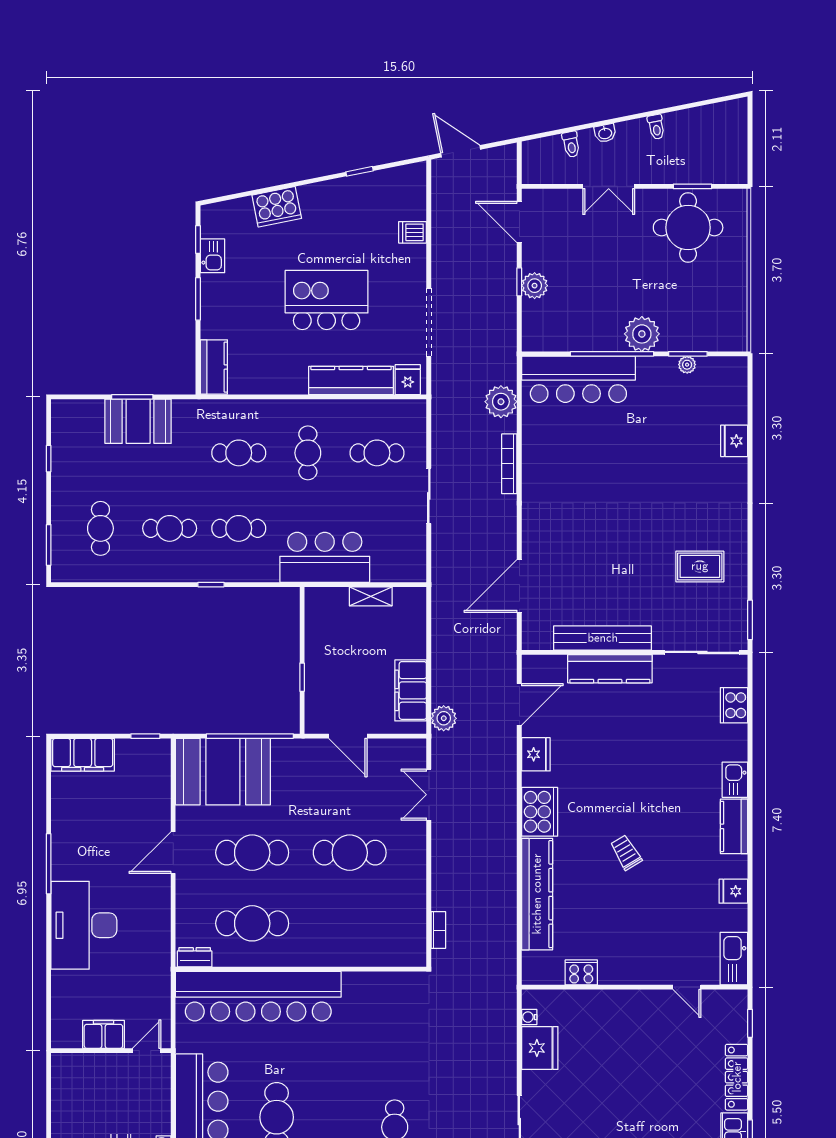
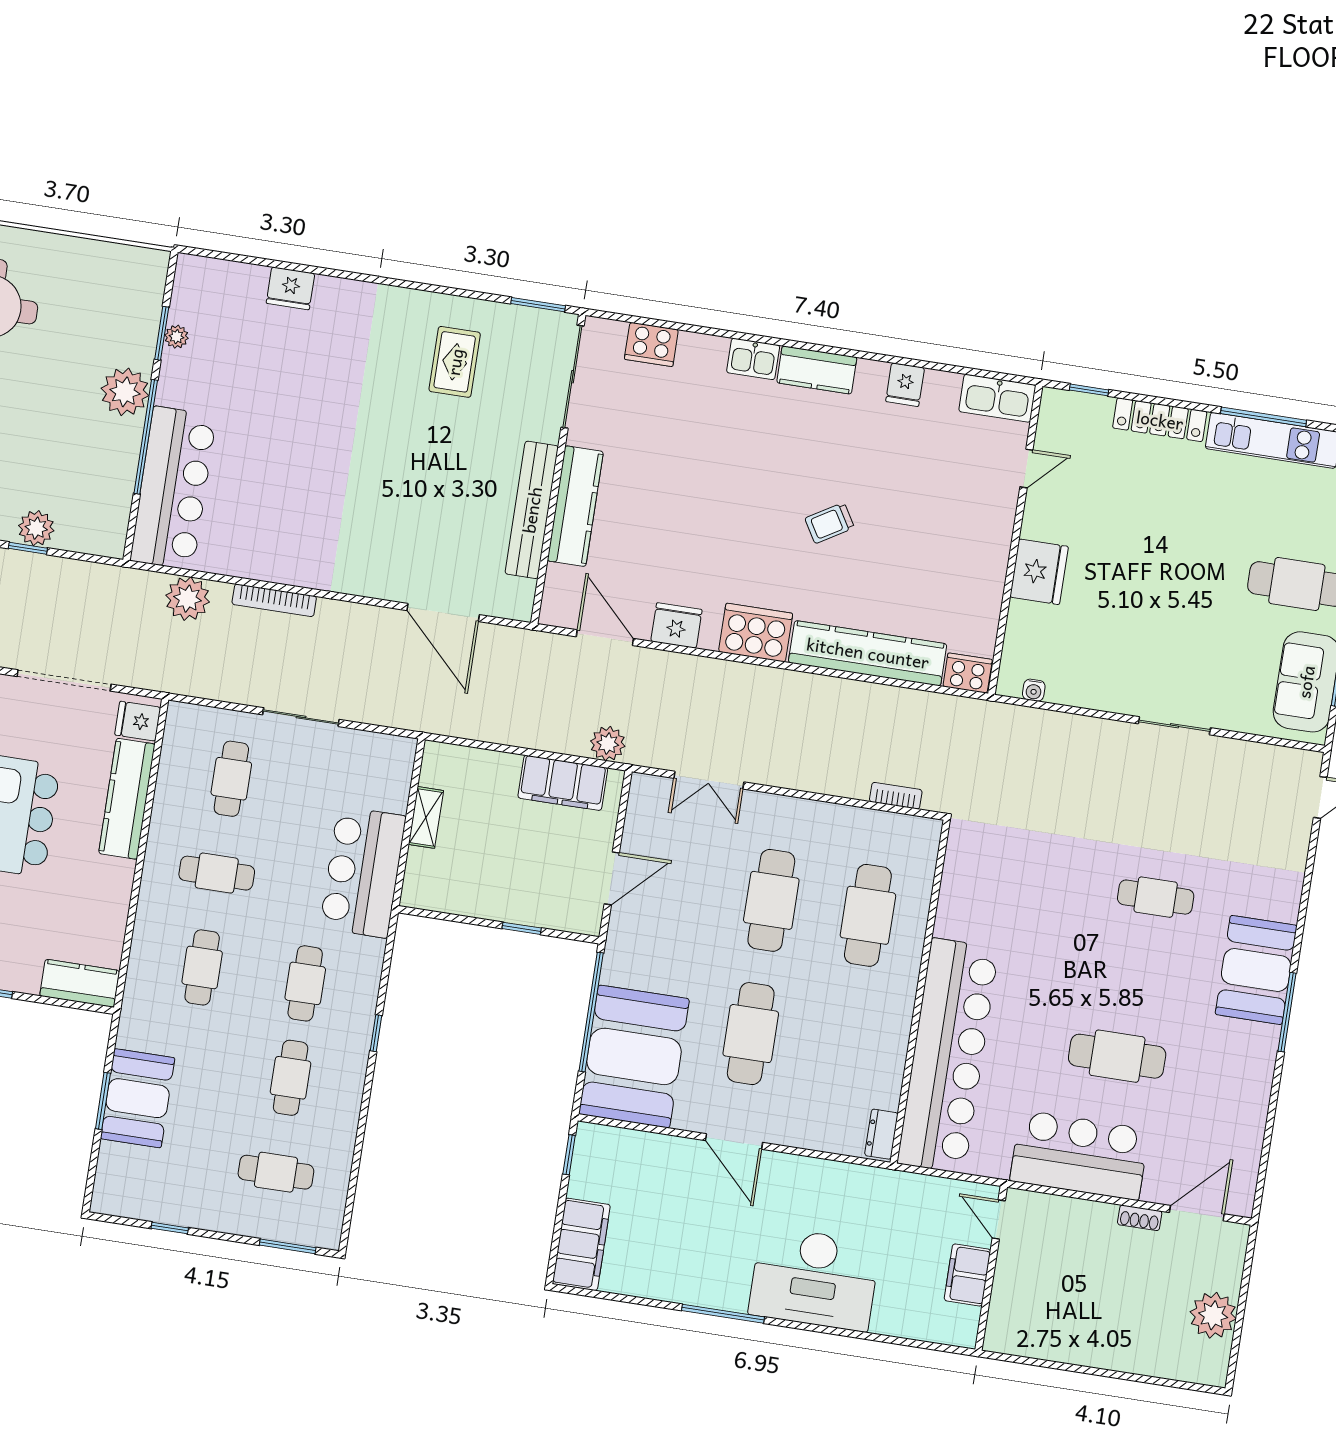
cafe table: (252, 923) -> (868, 915), moved
cooker: (581, 972) -> (968, 673), moved, turned 90
fridge: (540, 1048) -> (1039, 572), moved, turned 90

